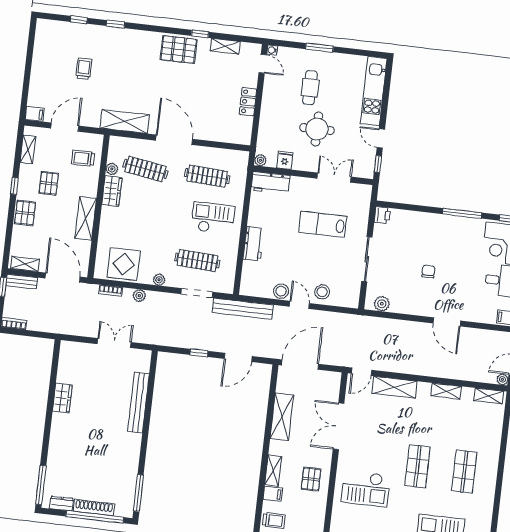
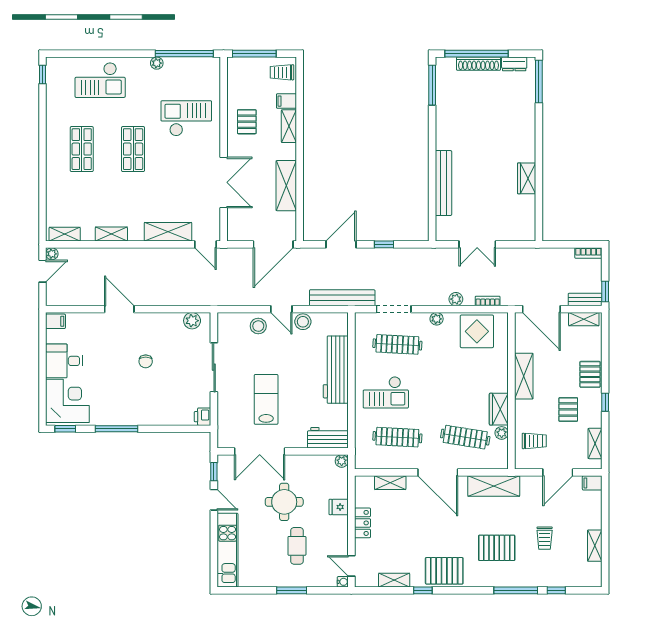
window: (115, 24) -> (516, 590), width x2.17
shelving: (39, 57) -> (595, 546), added
pallet: (128, 65) -> (497, 548), added
shelving: (218, 135) -> (390, 483), added
fridge: (285, 160) -> (339, 507), moved, turned 90
double door: (334, 178) -> (260, 451), width x1.37
lab bench: (323, 224) -> (266, 399), turned -90
workbench: (253, 244) -> (336, 370), width x1.88, depth x1.32
door: (362, 372) -> (205, 244), swing flipped

